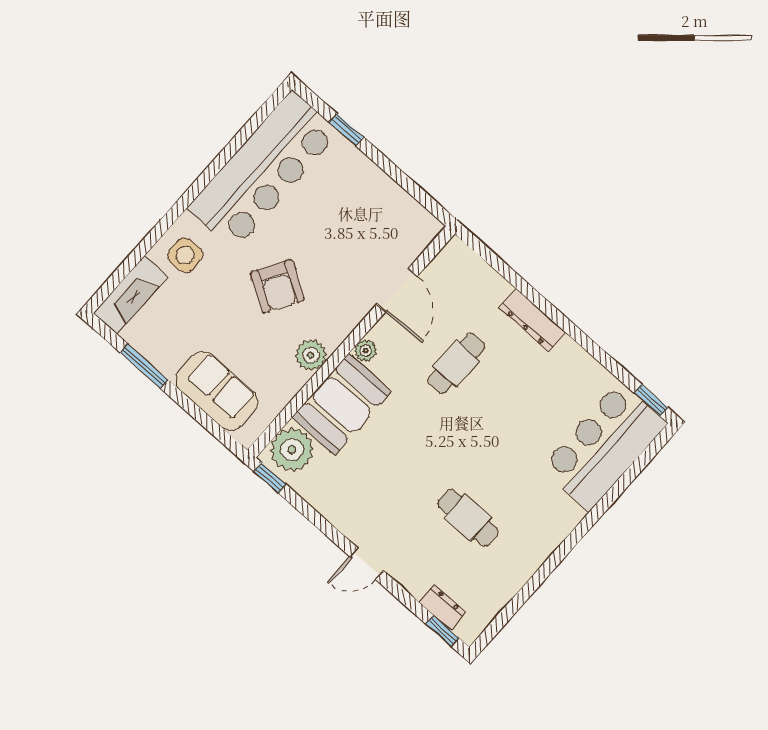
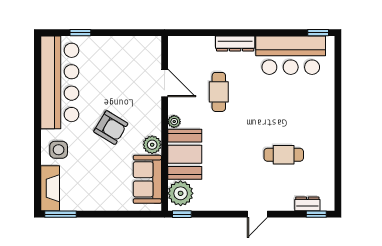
window: (144, 366) -> (61, 214), moved
sofa: (217, 391) -> (147, 179), moved, turned -90
bar counter: (604, 446) -> (291, 55), moved, turned -90

